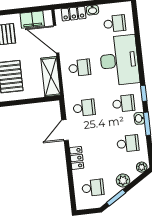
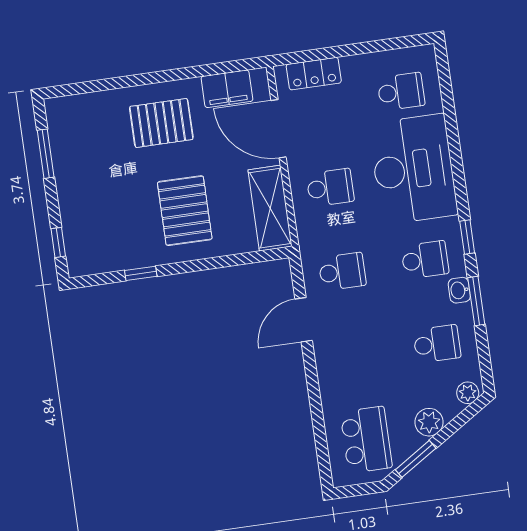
washbasin: (92, 10) -> (353, 65), removed
locker: (77, 158) -> (330, 378), removed
school desk: (93, 188) -> (366, 440), width x1.85

